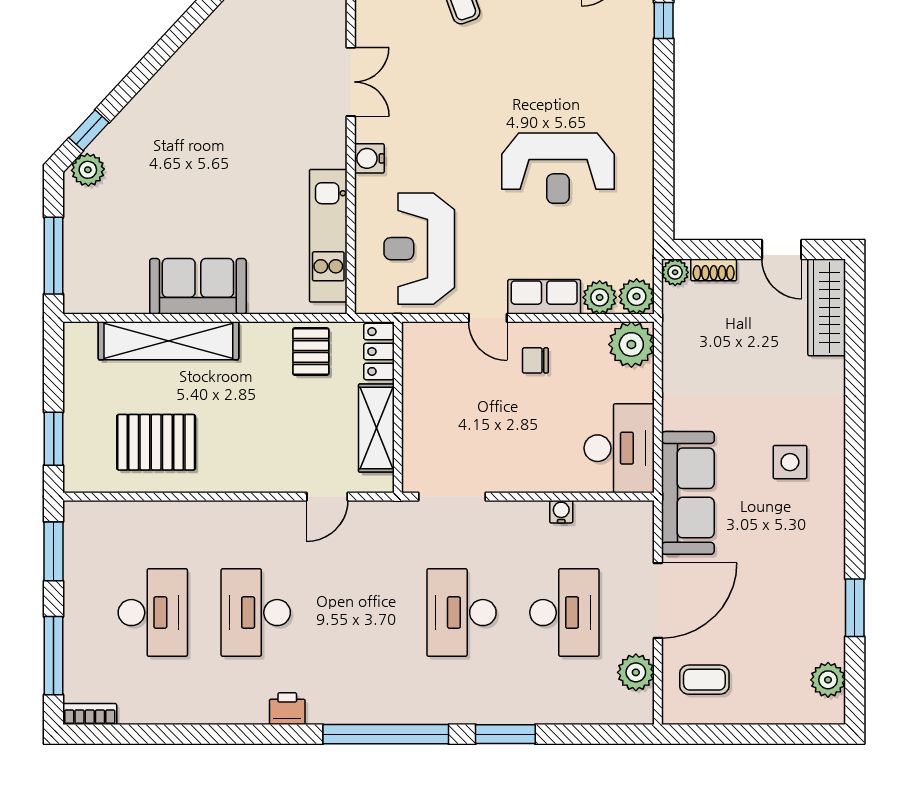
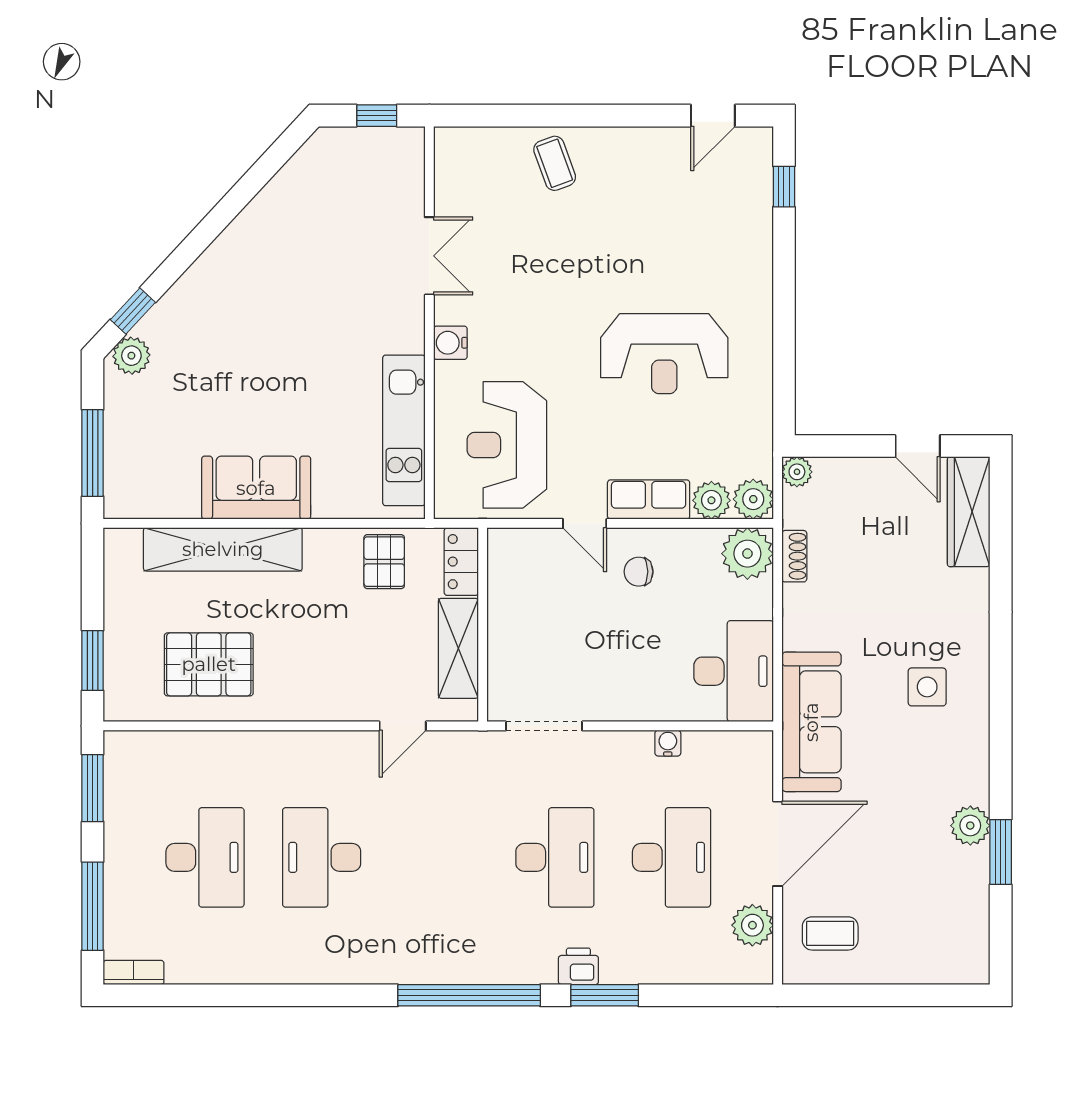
shoe rack: (714, 270) -> (794, 556), moved, turned -90
desk: (461, 613) -> (555, 857), turned 180
plant: (828, 680) -> (970, 826), moved
printer: (287, 709) -> (578, 966), moved

